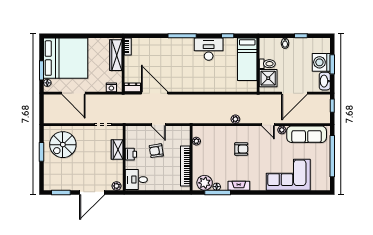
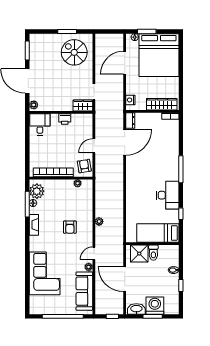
wardrobe: (117, 150) -> (83, 106), moved
armchair: (156, 151) -> (84, 166), moved

